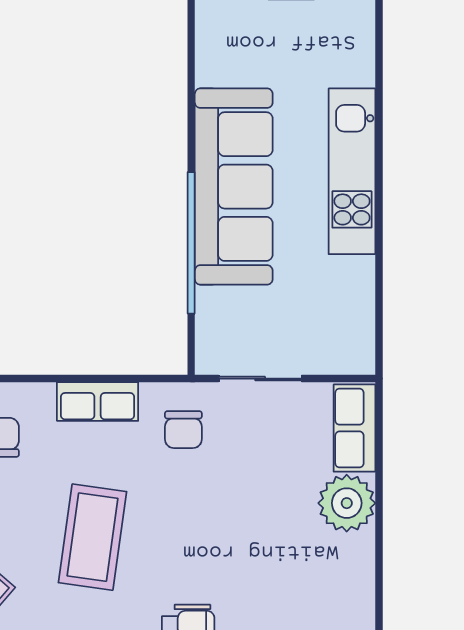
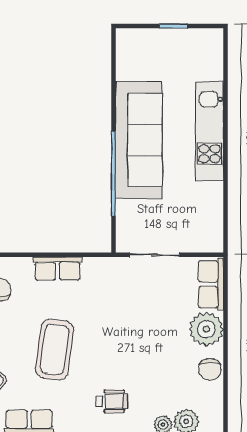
chair: (183, 430) -> (210, 369), moved

